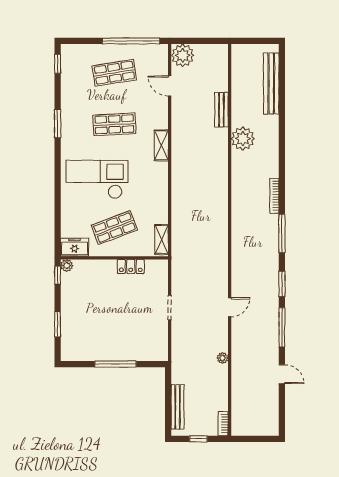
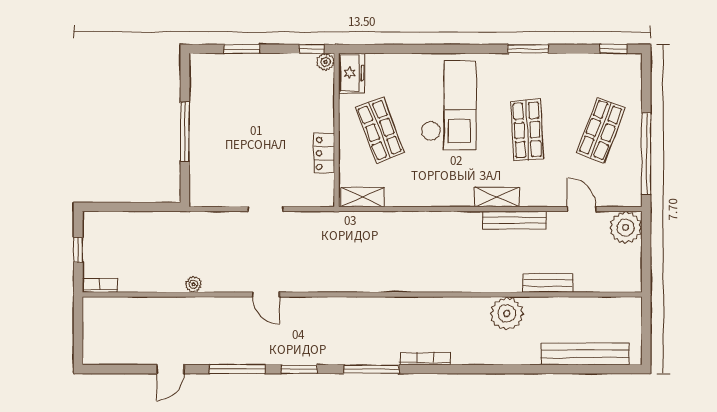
shop shelf: (114, 73) -> (601, 130), turned 30
door: (170, 86) -> (582, 209), hinge flipped
bench: (177, 407) -> (514, 220), moved

